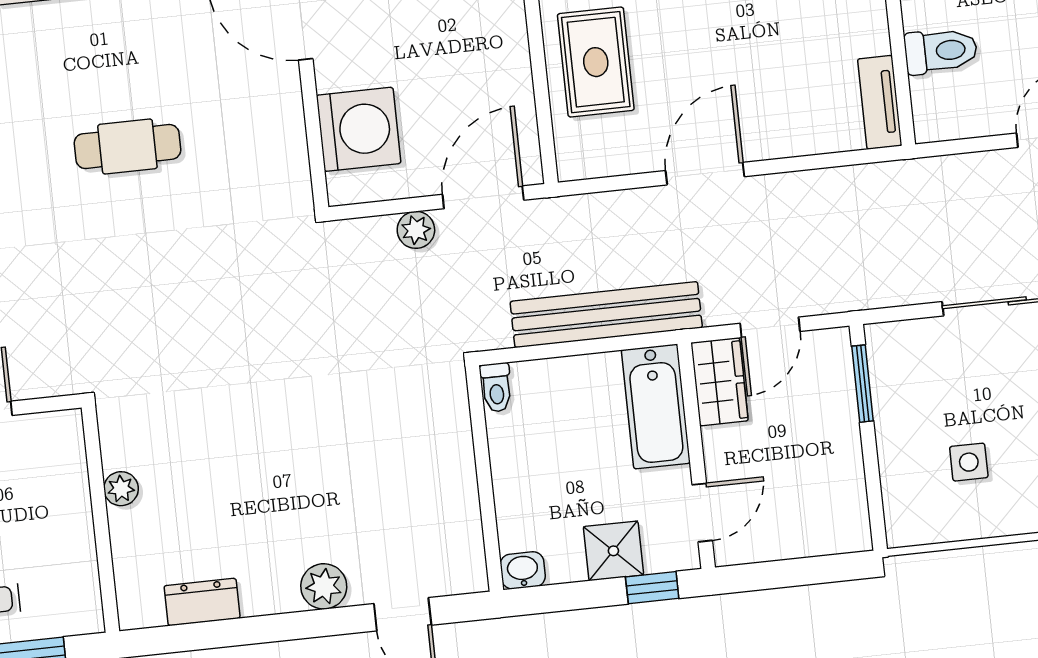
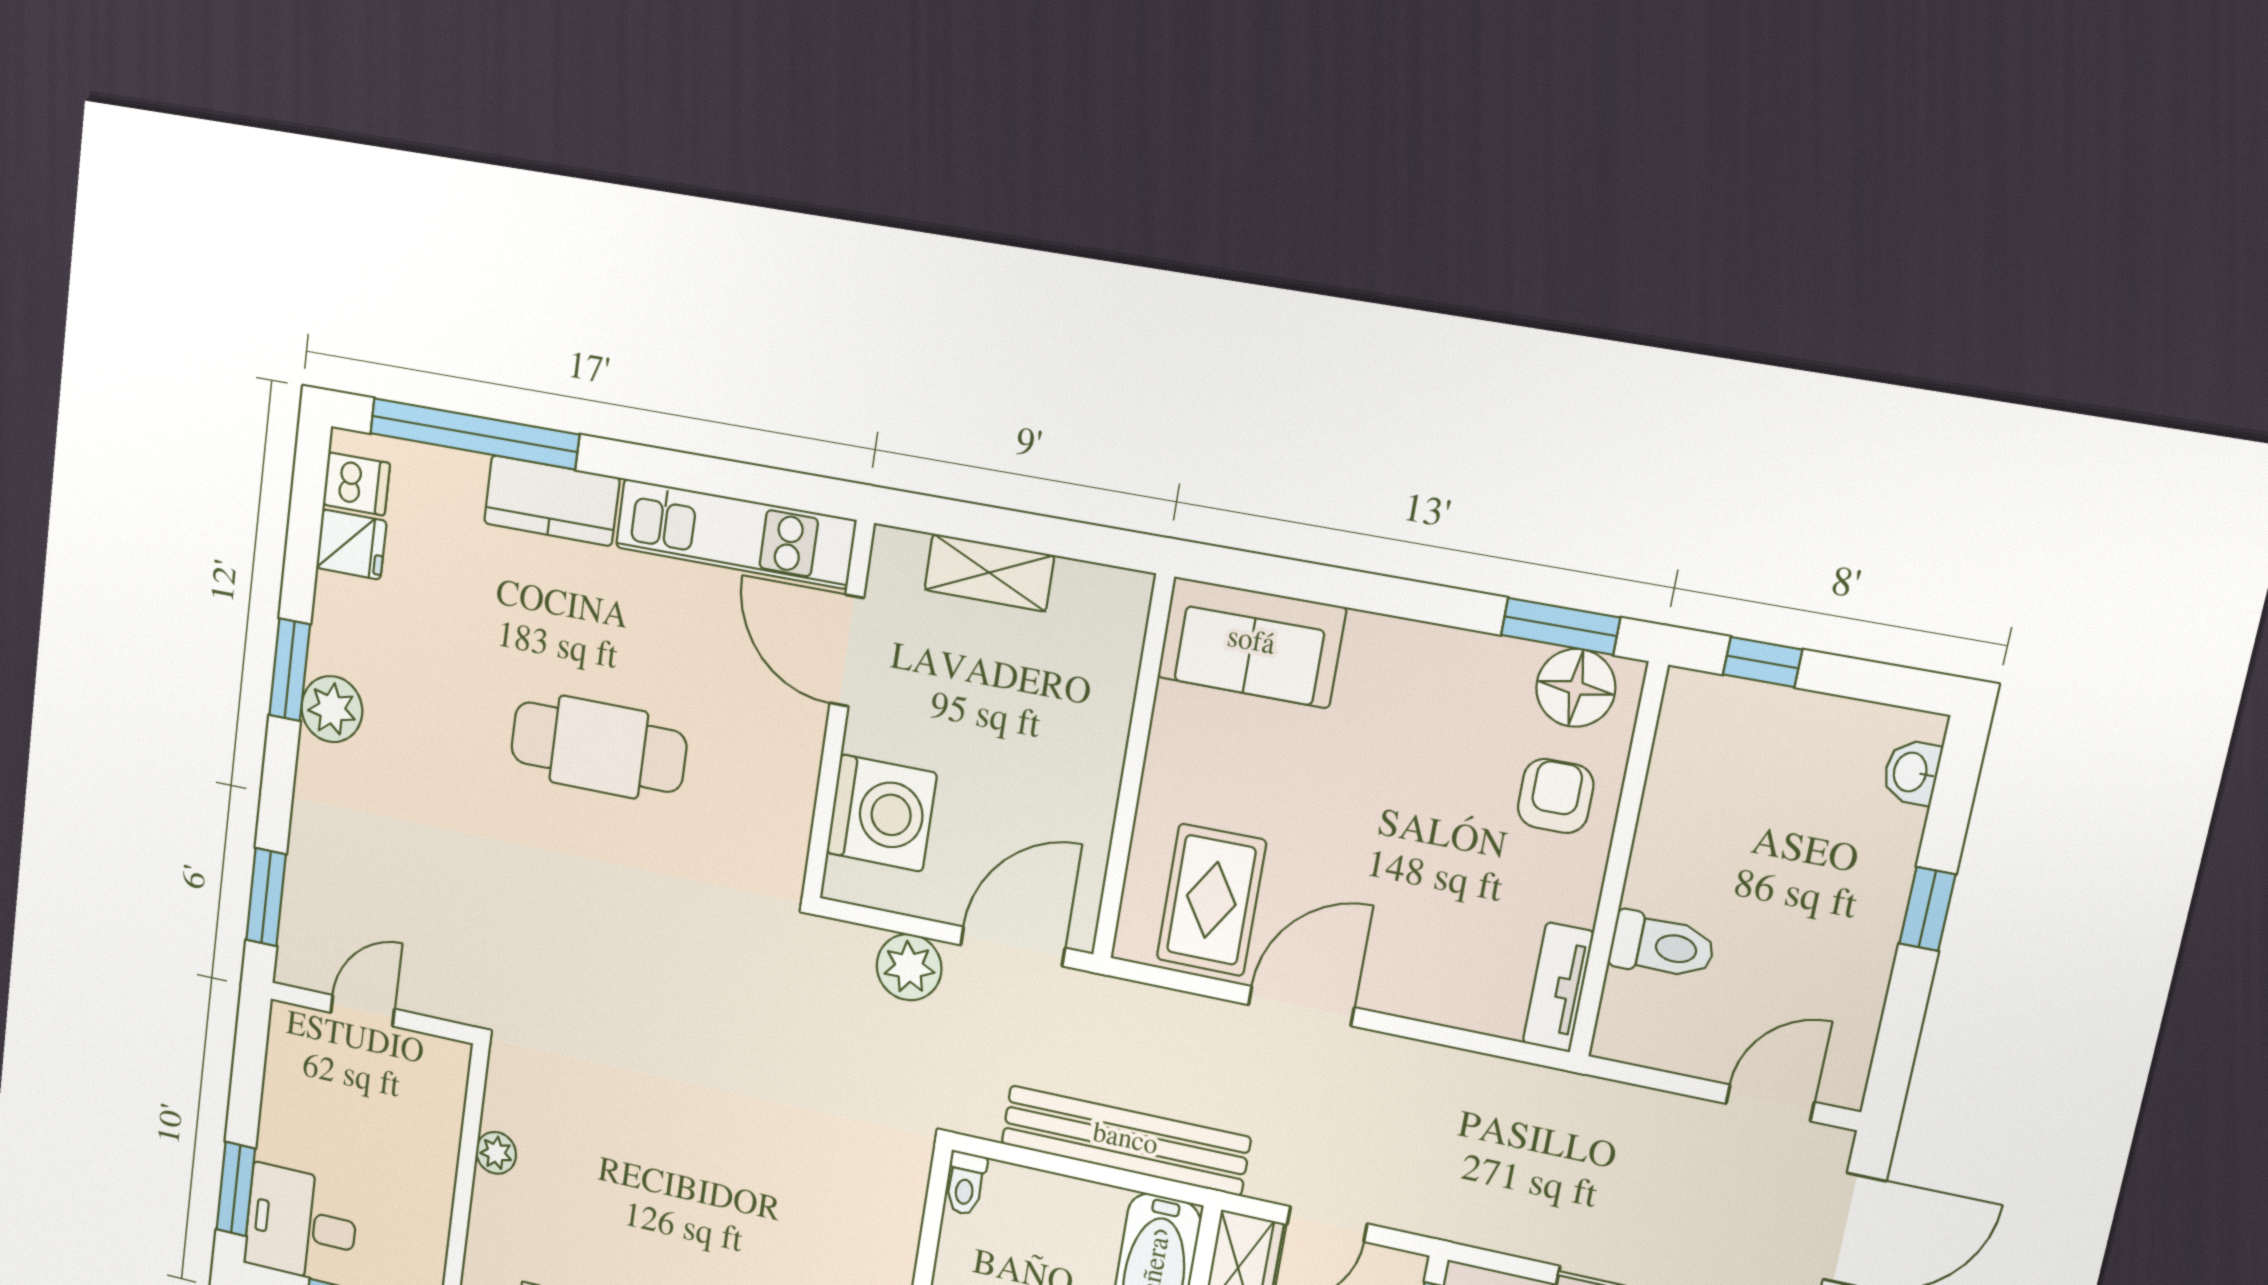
rug: (596, 62) -> (1211, 900), moved
cafe table: (127, 147) -> (599, 747), width x1.37, depth x1.35
plant: (416, 230) -> (909, 967), width x1.38, depth x1.38

